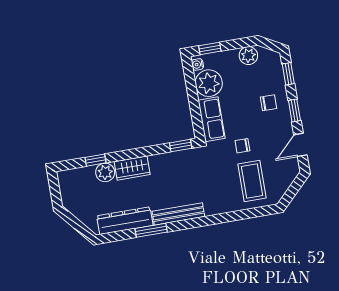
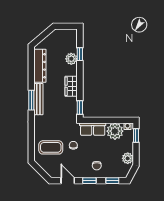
wardrobe: (132, 168) -> (71, 86), moved
window: (151, 230) -> (31, 100), moved

